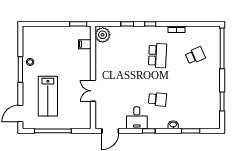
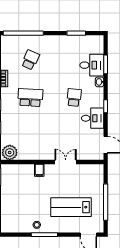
filing cabinet: (85, 44) -> (39, 170), moved
school desk: (195, 55) -> (30, 60), turned 48
double door: (93, 91) -> (66, 162), swing flipped
lab bench: (48, 96) -> (71, 207), turned 180
desk: (190, 117) -> (92, 65), added

